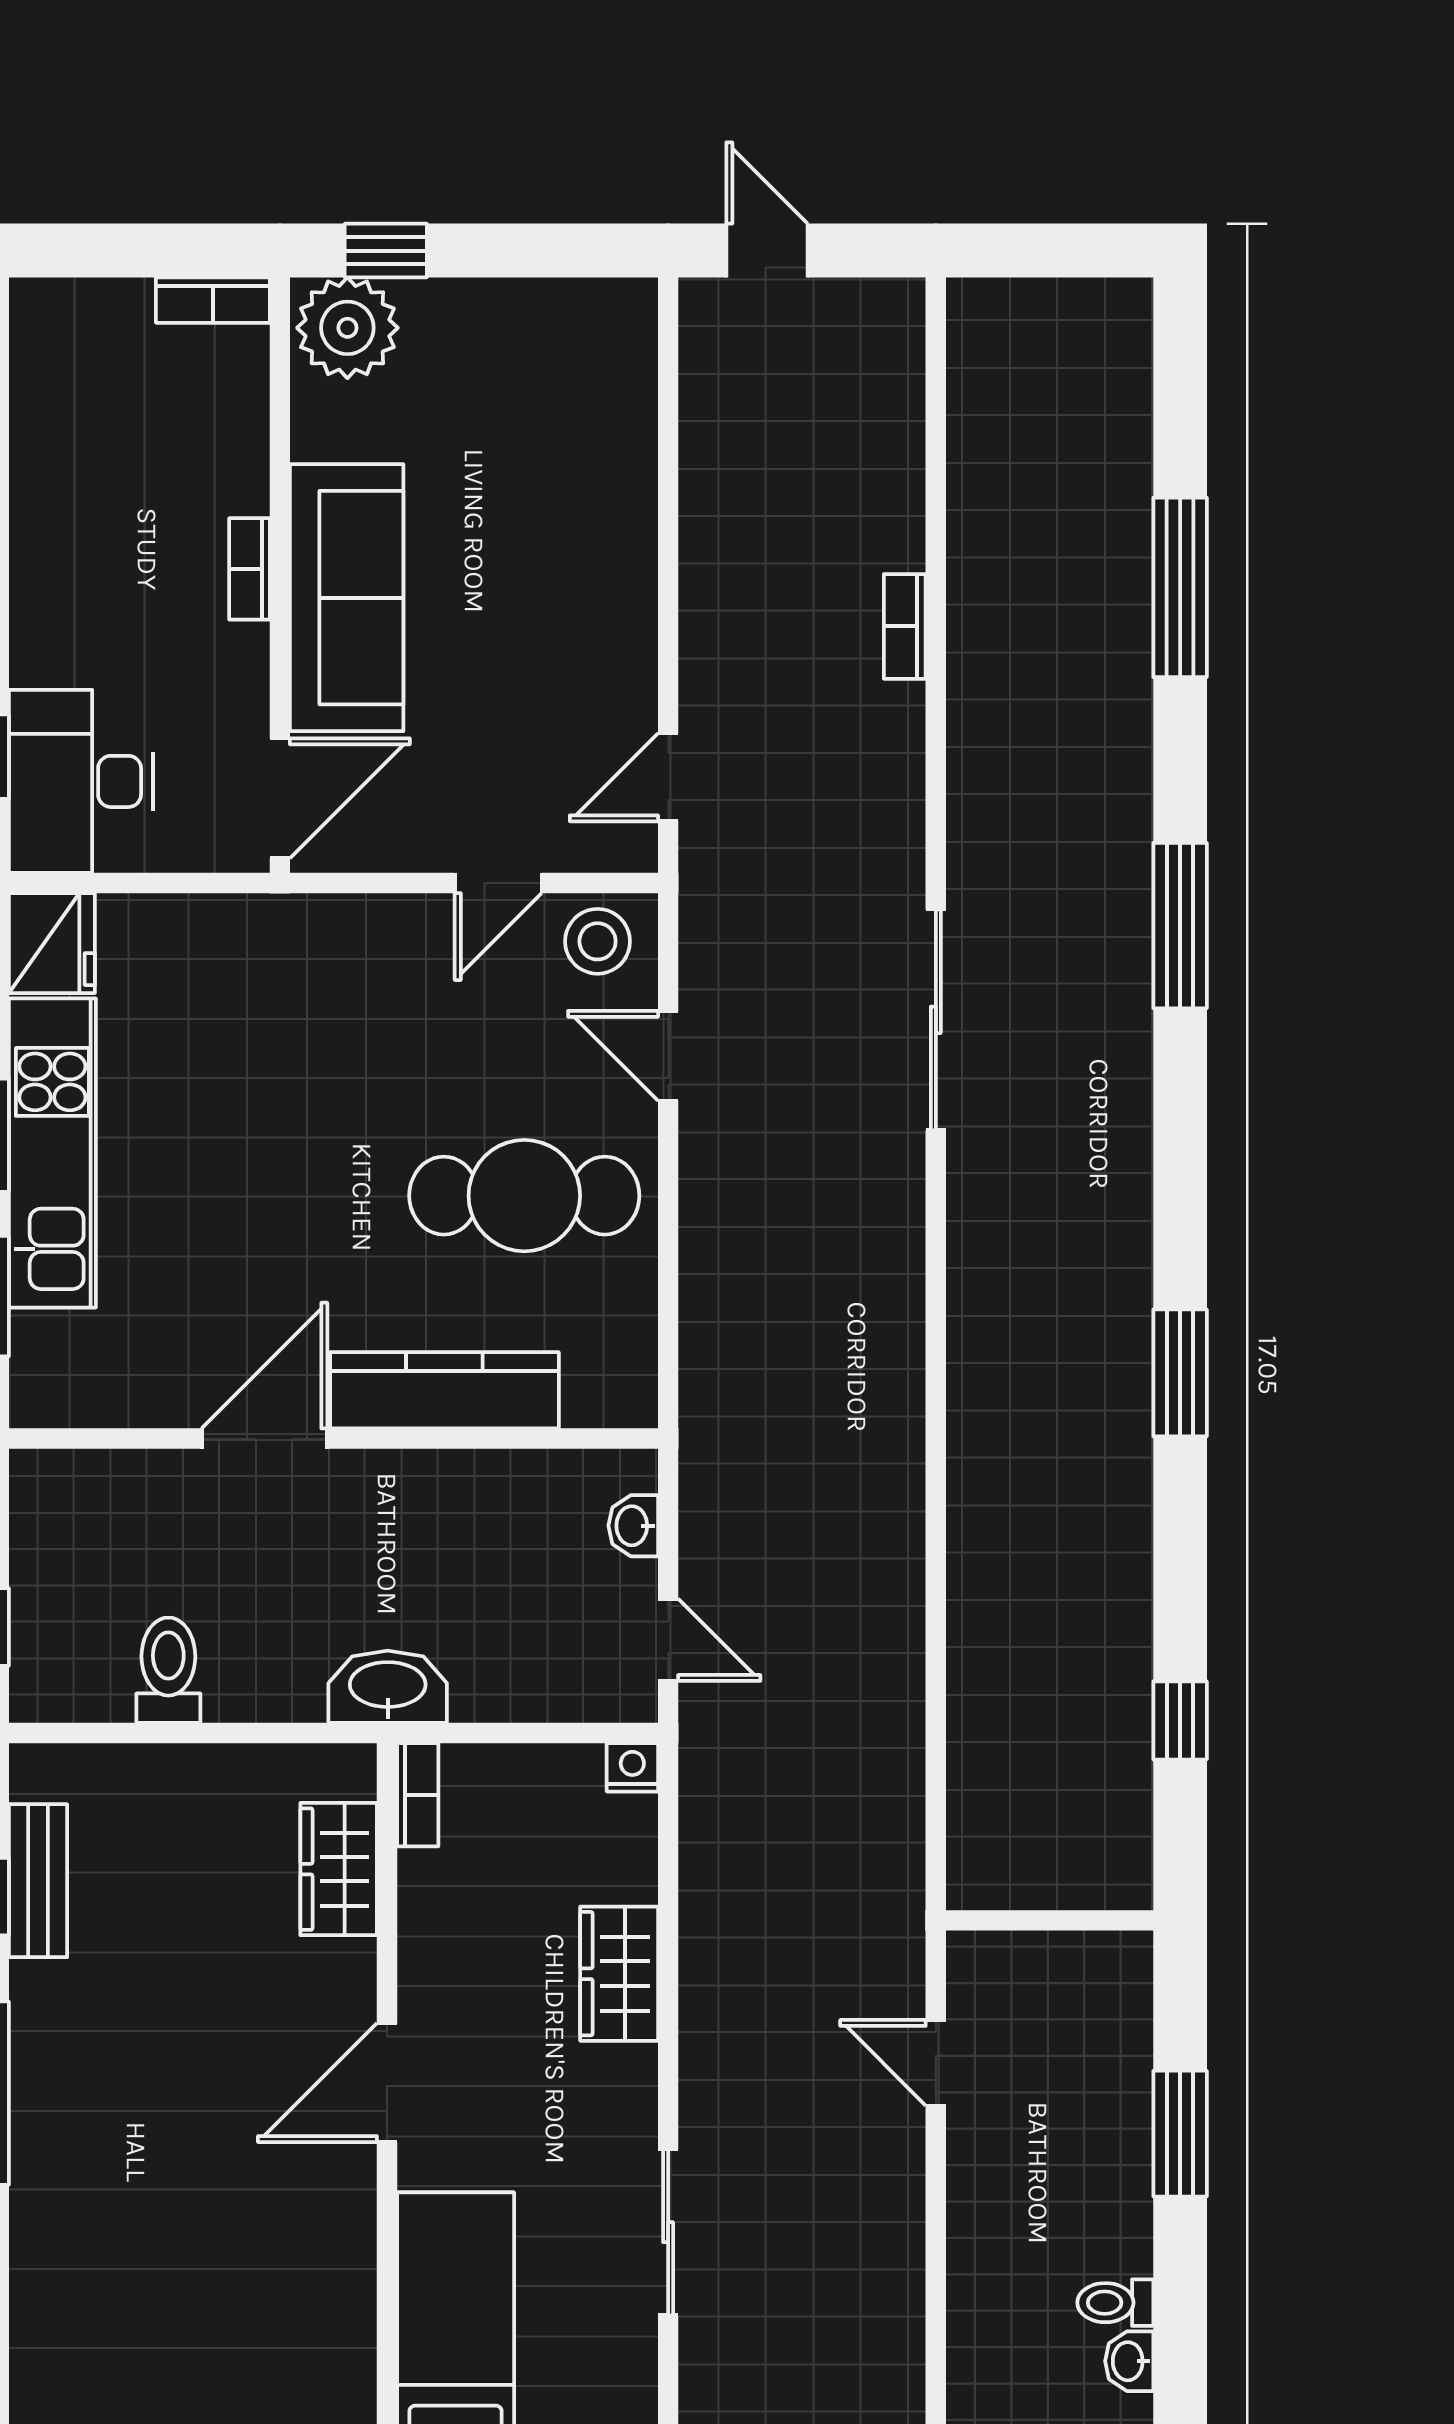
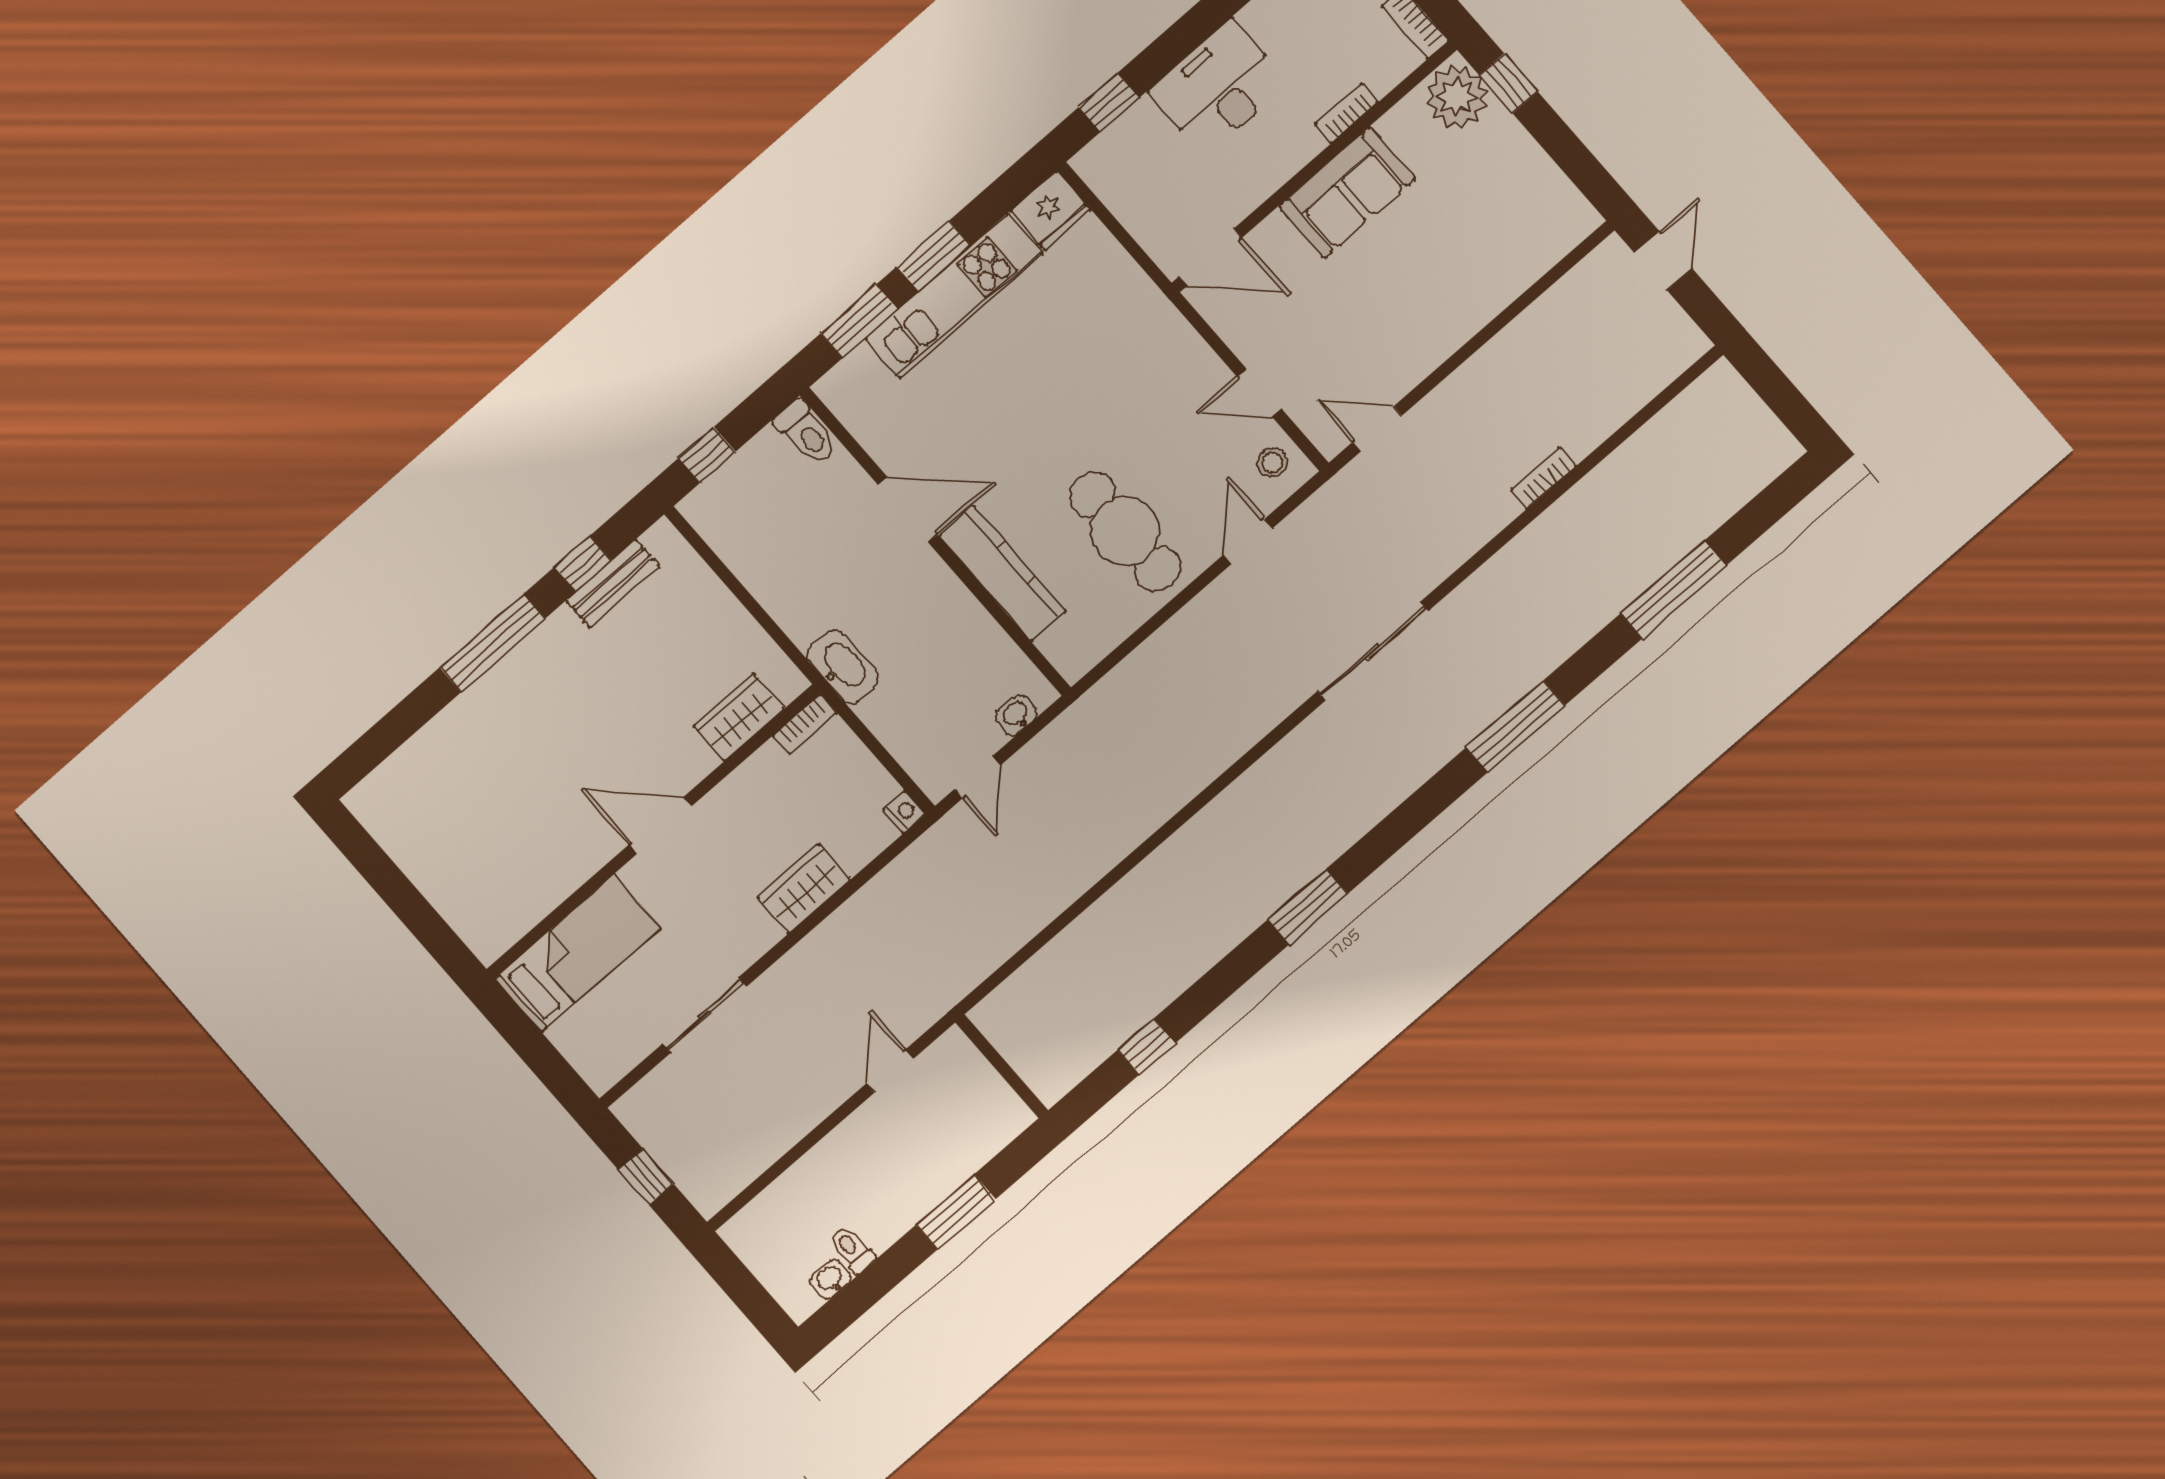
bookcase: (250, 569) -> (1347, 113), moved
sofa: (347, 598) -> (1347, 192), width x0.73
desk: (81, 781) -> (1218, 87), moved
stool: (598, 941) -> (1272, 463), width x0.73, depth x0.73
toilet: (168, 1670) -> (806, 433), moved, turned 90

